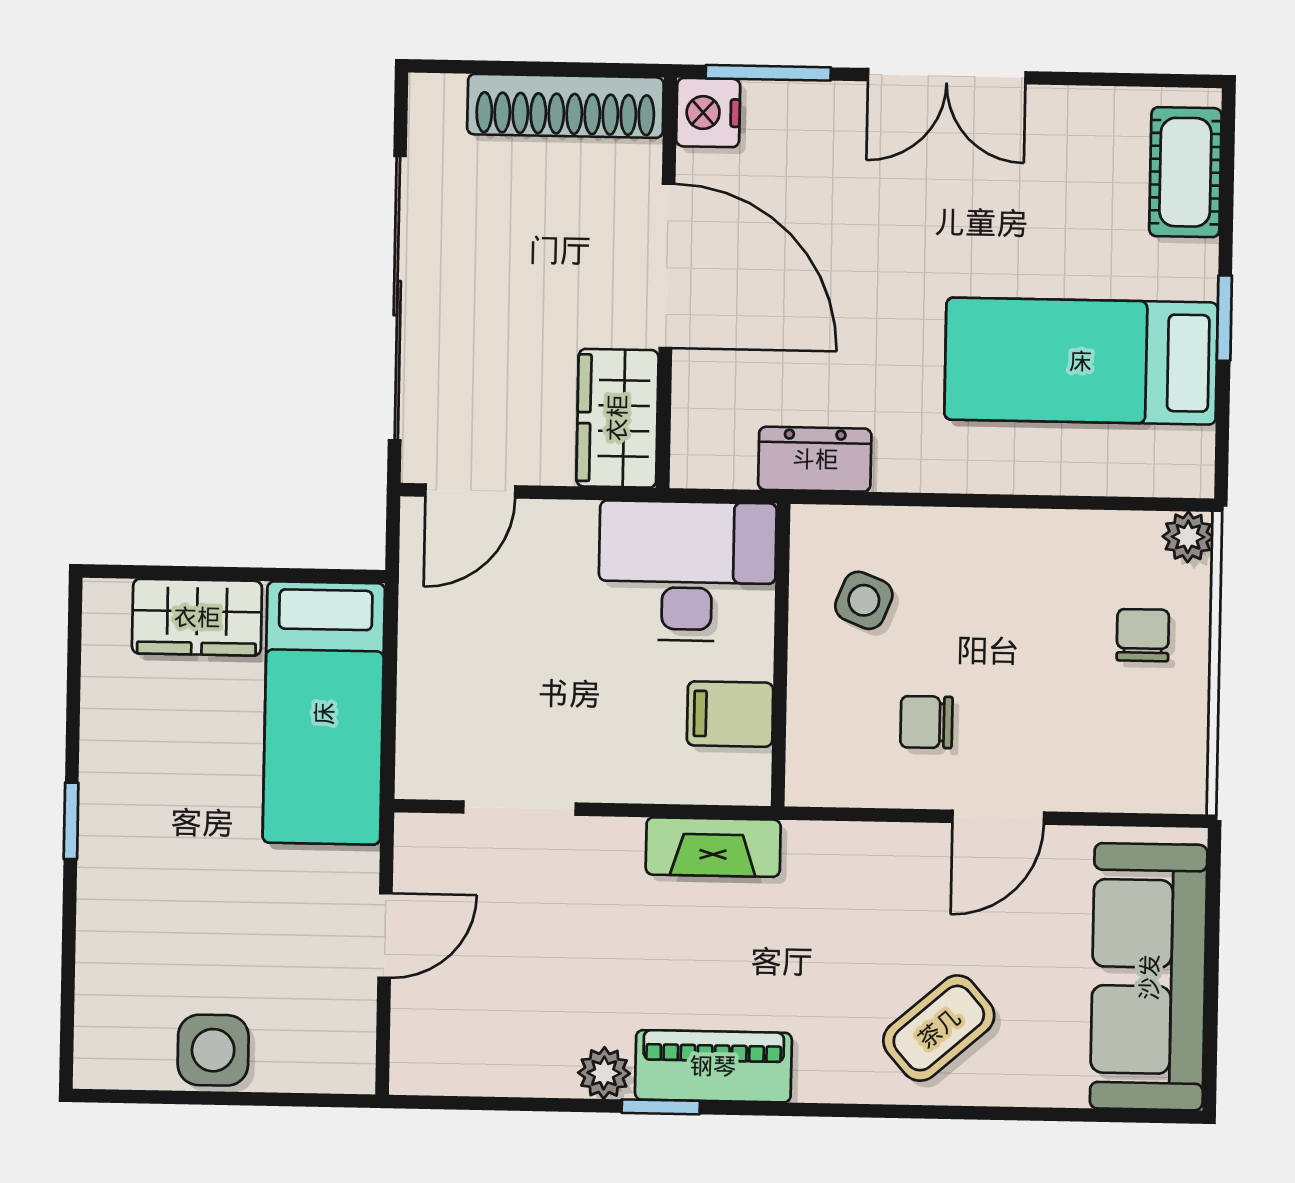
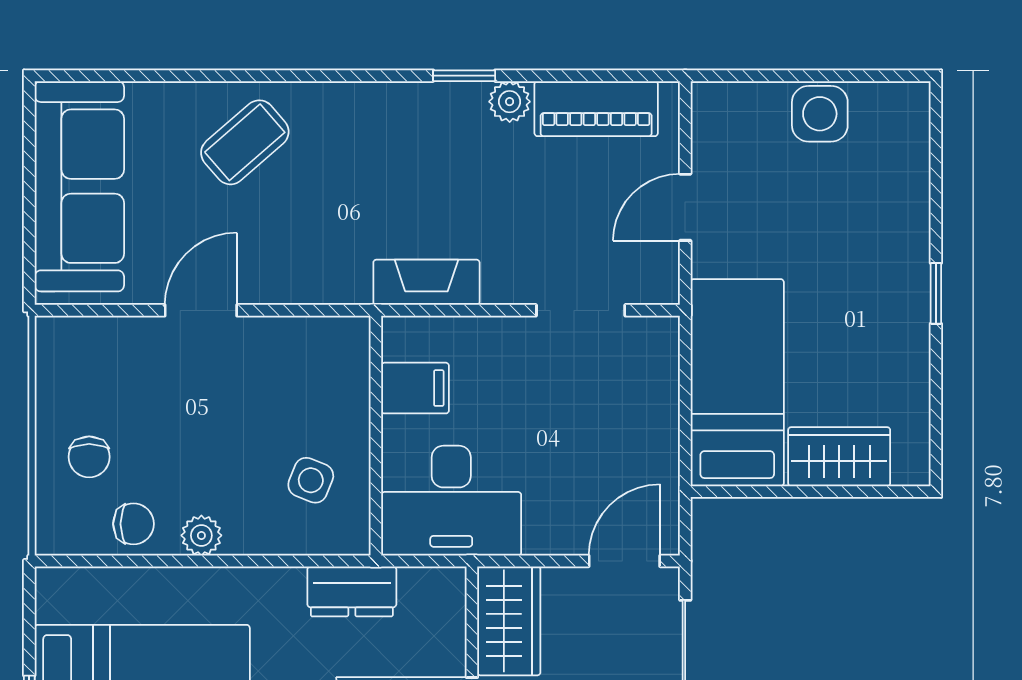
plant: (1188, 537) -> (201, 535), moved
chair: (926, 722) -> (133, 524), moved
piano: (713, 1066) -> (596, 109), moved

